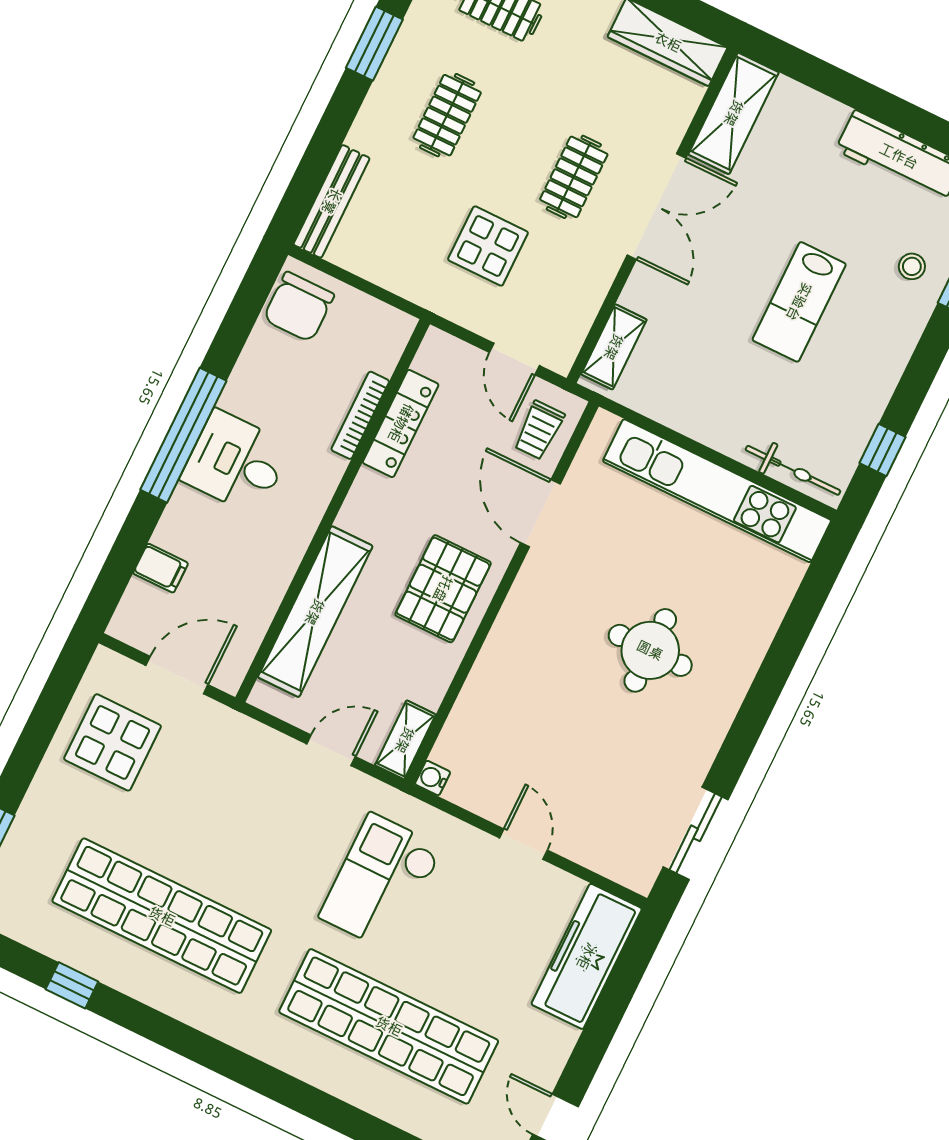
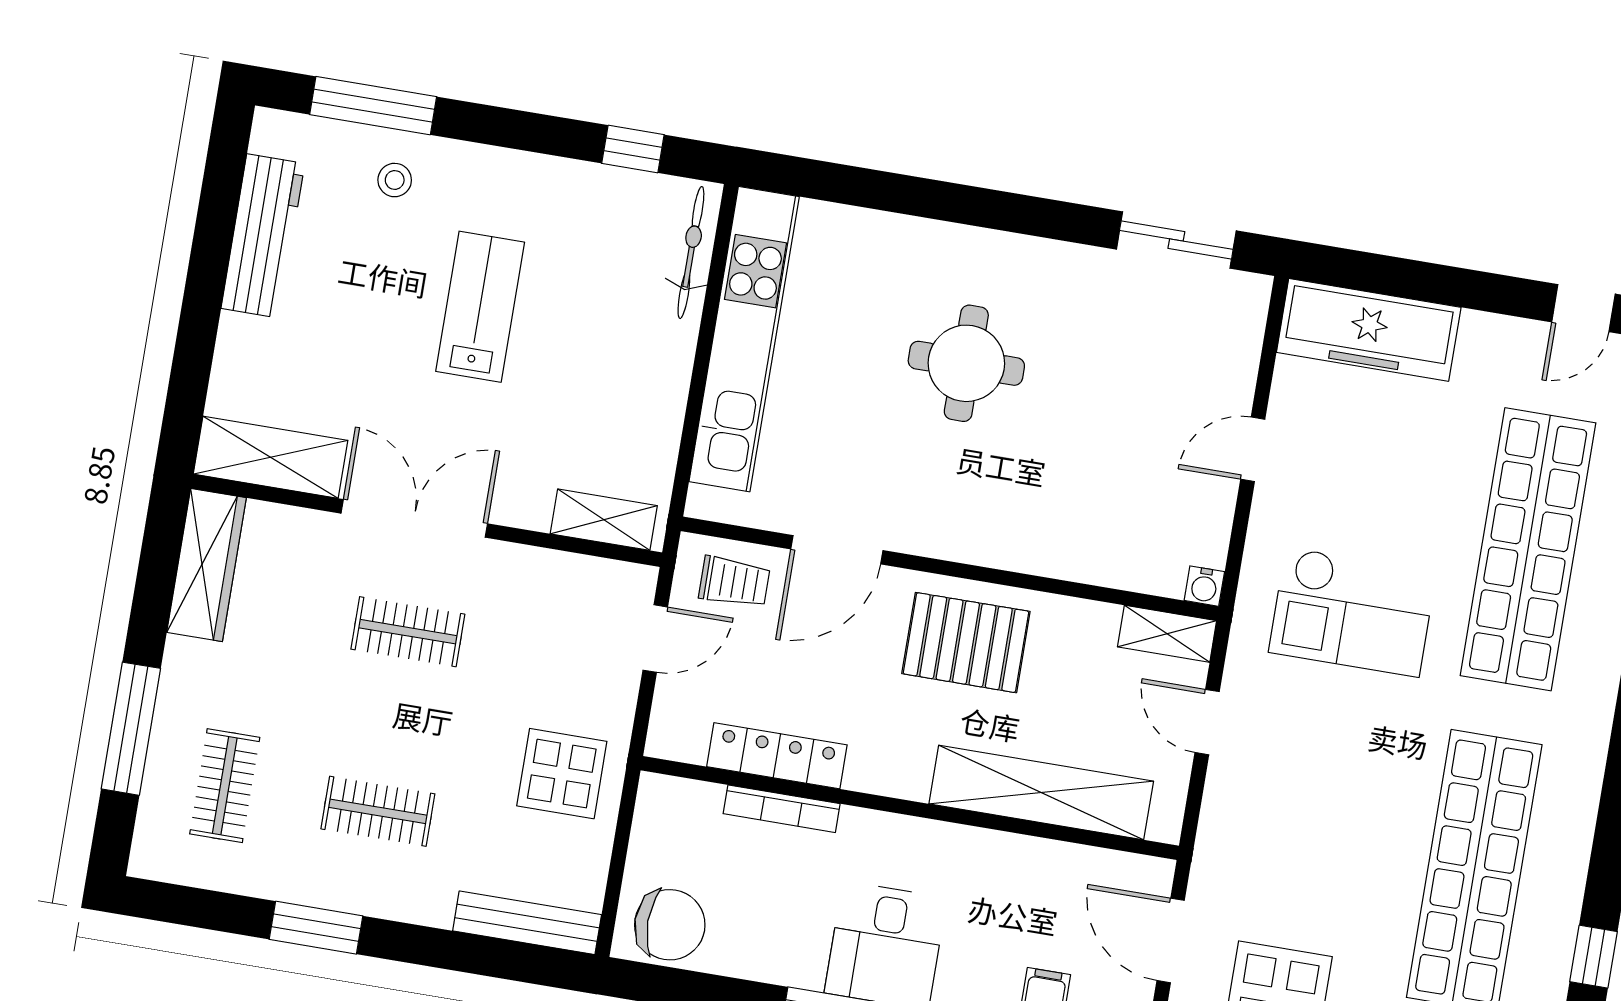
display table: (488, 246) -> (562, 774), moved
lab bench: (799, 302) -> (480, 307), turned -90

